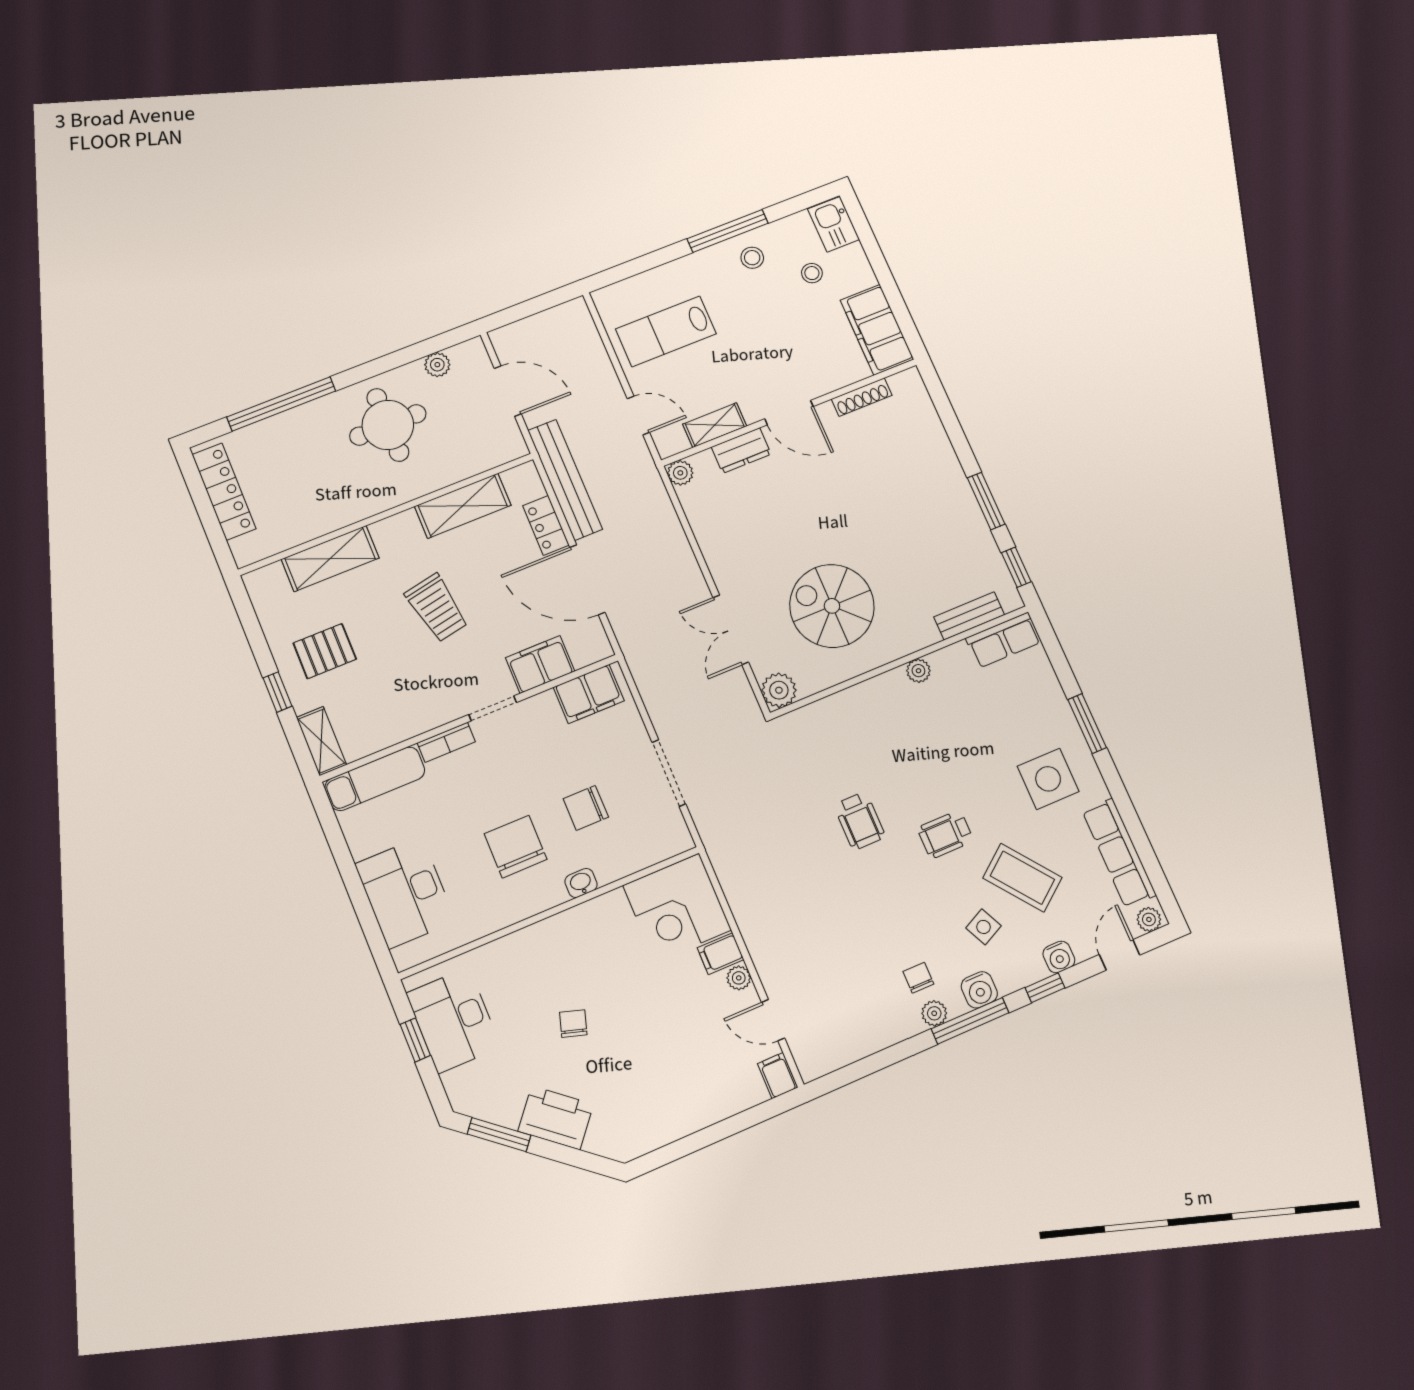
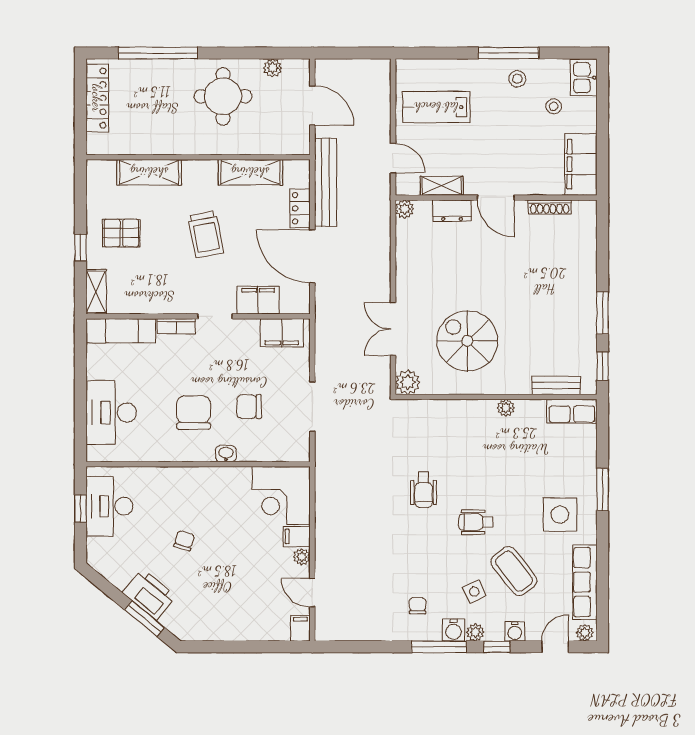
plant: (934, 1013) -> (475, 632), moved
window: (499, 1135) -> (144, 619), moved

